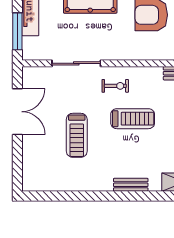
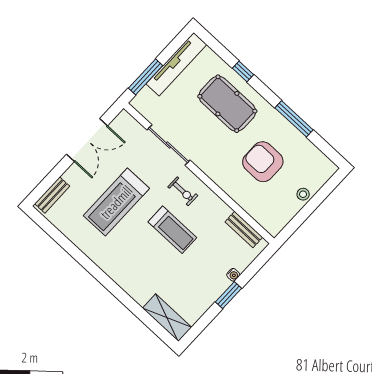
treadmill: (77, 135) -> (116, 202), width x1.37, depth x1.38
bench: (131, 185) -> (52, 195), moved, turned 90

